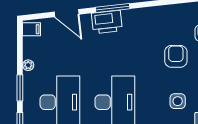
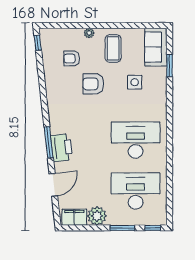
filing cabinet: (32, 29) -> (74, 217), width x2.00
plant: (28, 65) -> (97, 216), width x1.88, depth x1.88

